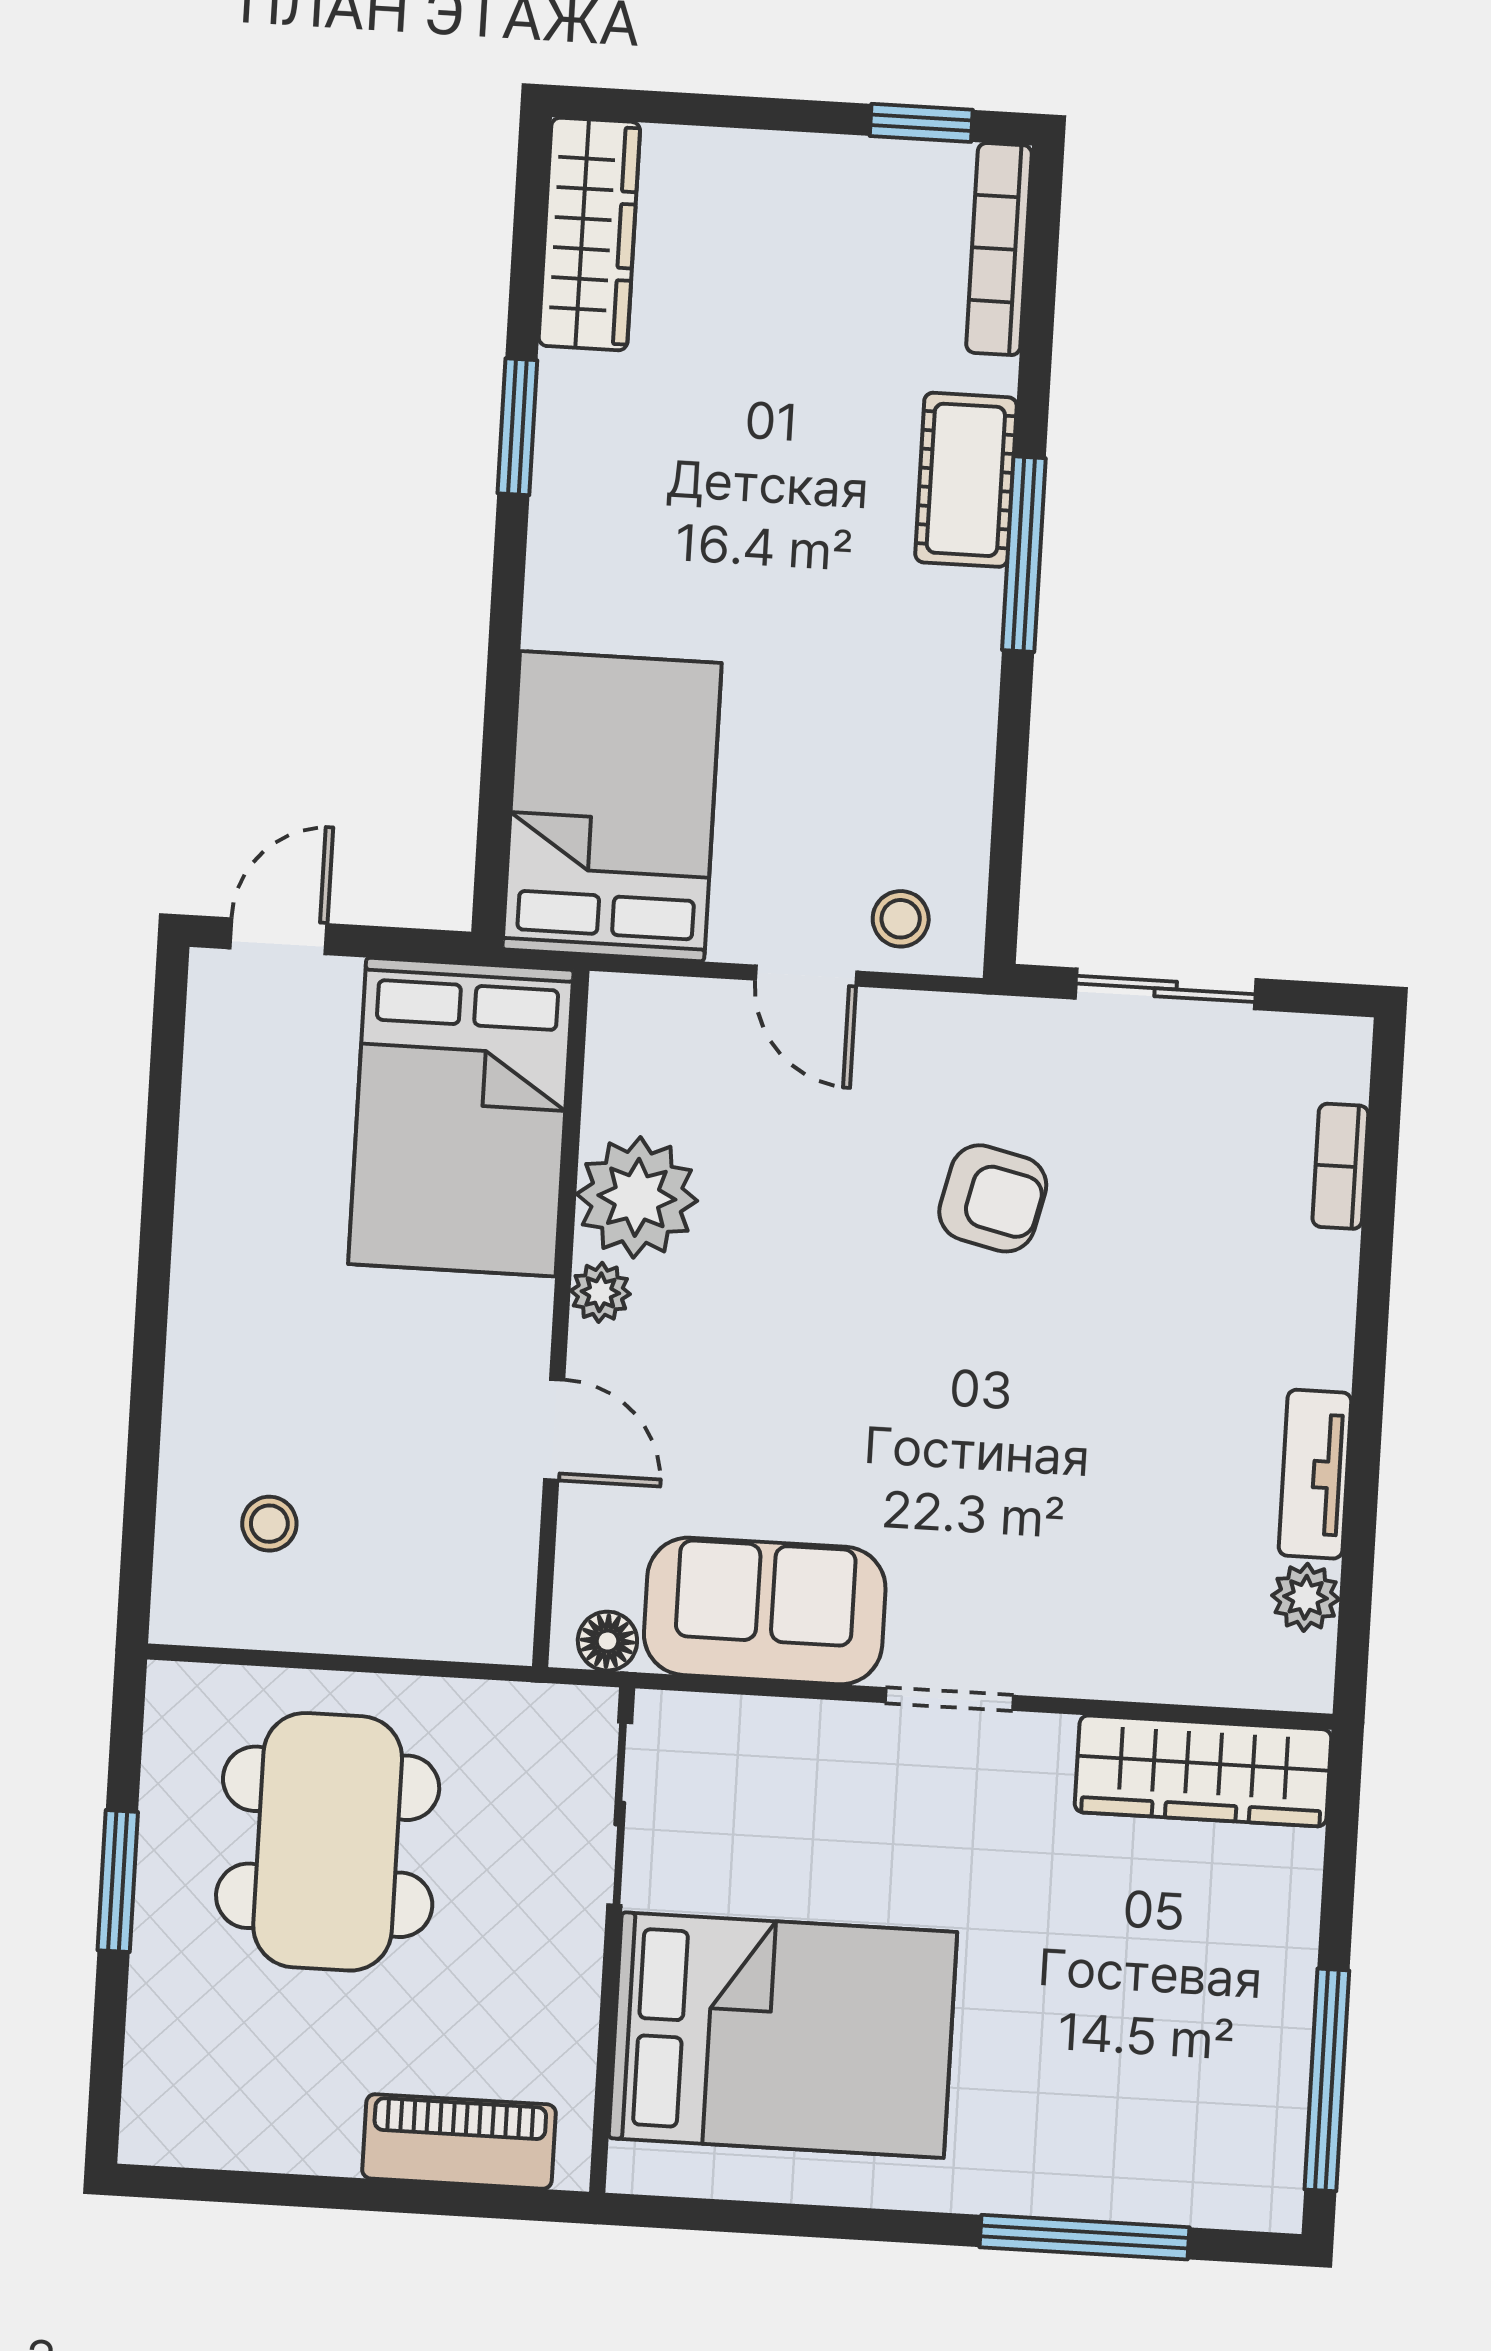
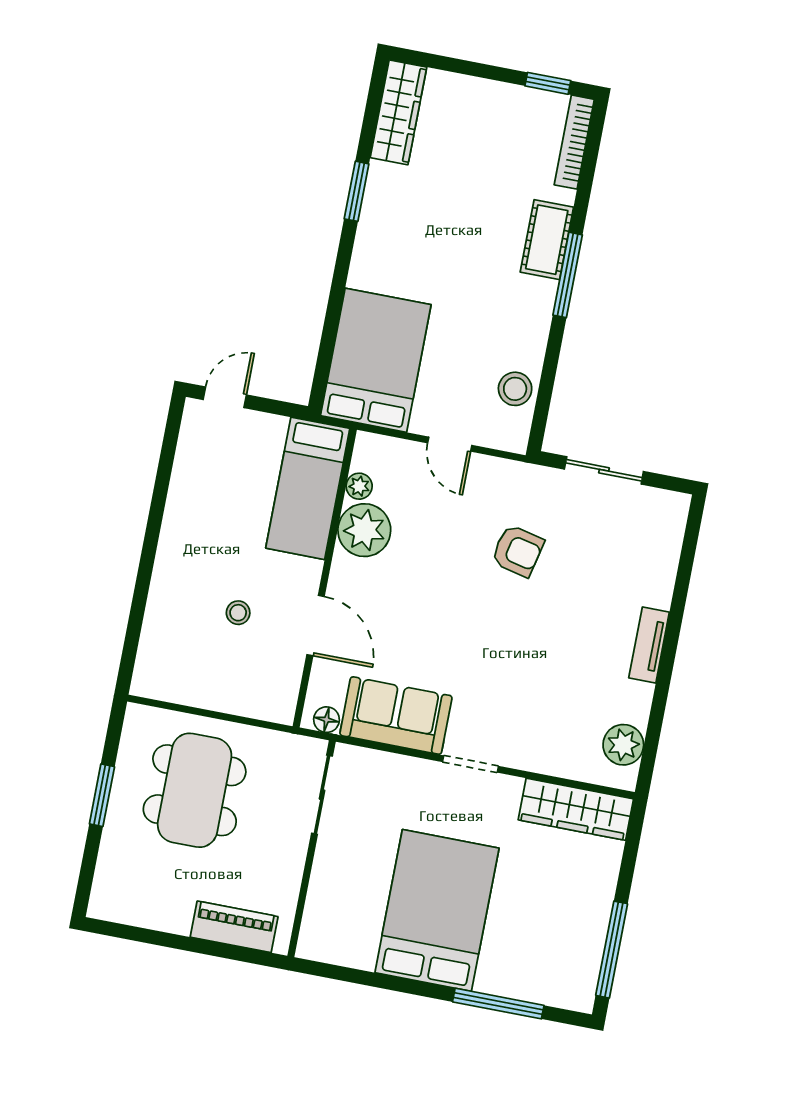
stool: (901, 919) -> (515, 389), moved, width x1.37, depth x1.37
bed: (461, 1117) -> (308, 488), width x0.67
bookcase: (1340, 1166) -> (669, 557), removed
plant: (600, 1292) -> (359, 486), moved
door: (554, 1430) -> (316, 626), width x1.38
tv unit: (1315, 1474) -> (649, 645), moved
stool: (269, 1524) -> (238, 613), moved
plant: (1306, 1597) -> (623, 745), width x1.38, depth x1.38
bed: (783, 2035) -> (437, 910), moved, turned -90

